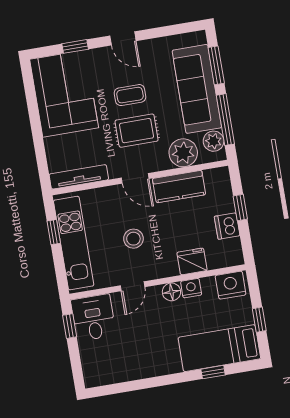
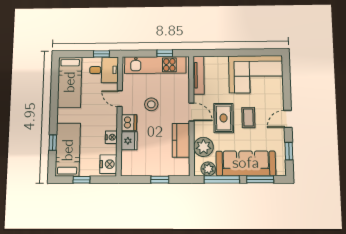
window: (75, 46) -> (289, 151), moved
door: (135, 178) -> (191, 112), swing flipped
dishwasher: (227, 226) -> (129, 123), moved, turned 90
floor lamp: (171, 292) -> (111, 124), removed
bed: (120, 365) -> (70, 82), added

